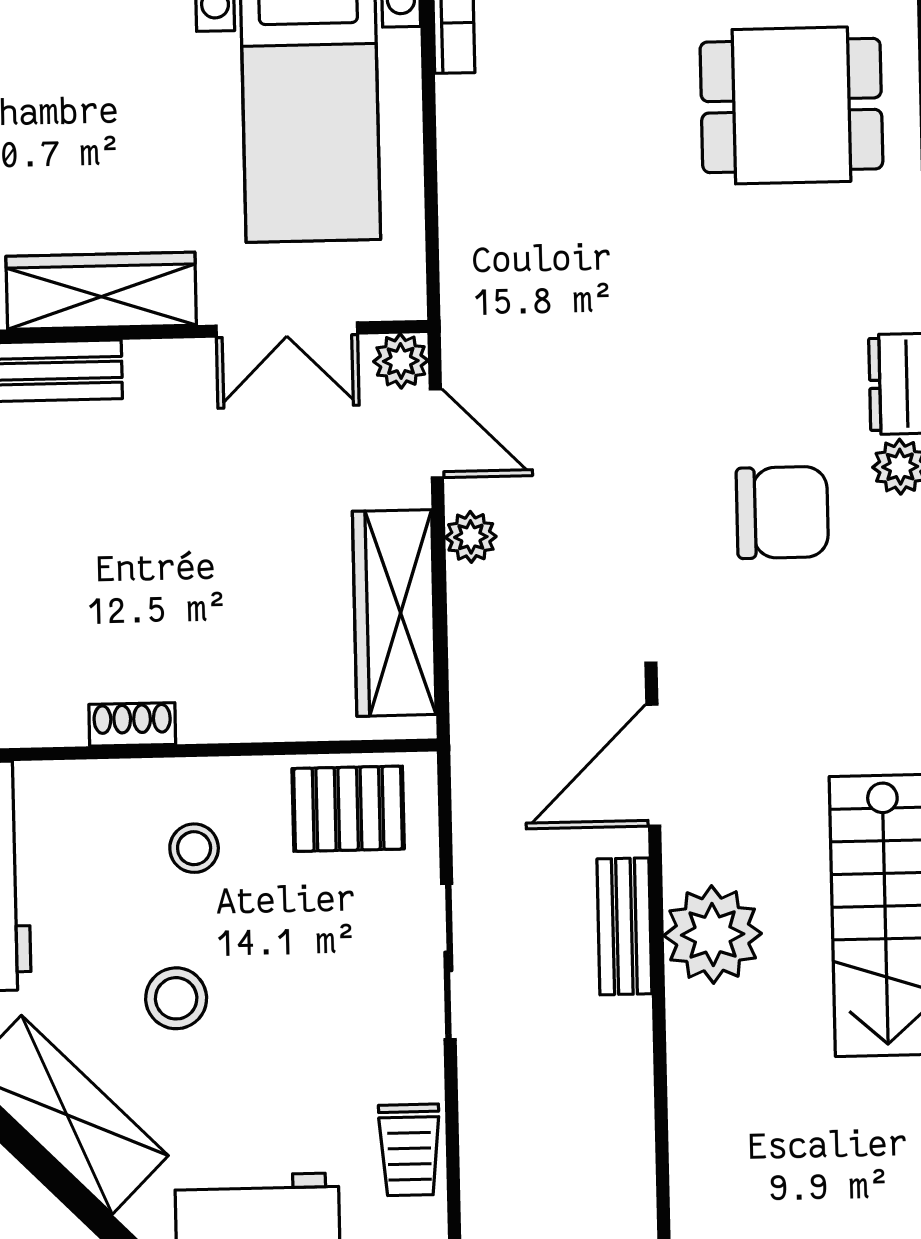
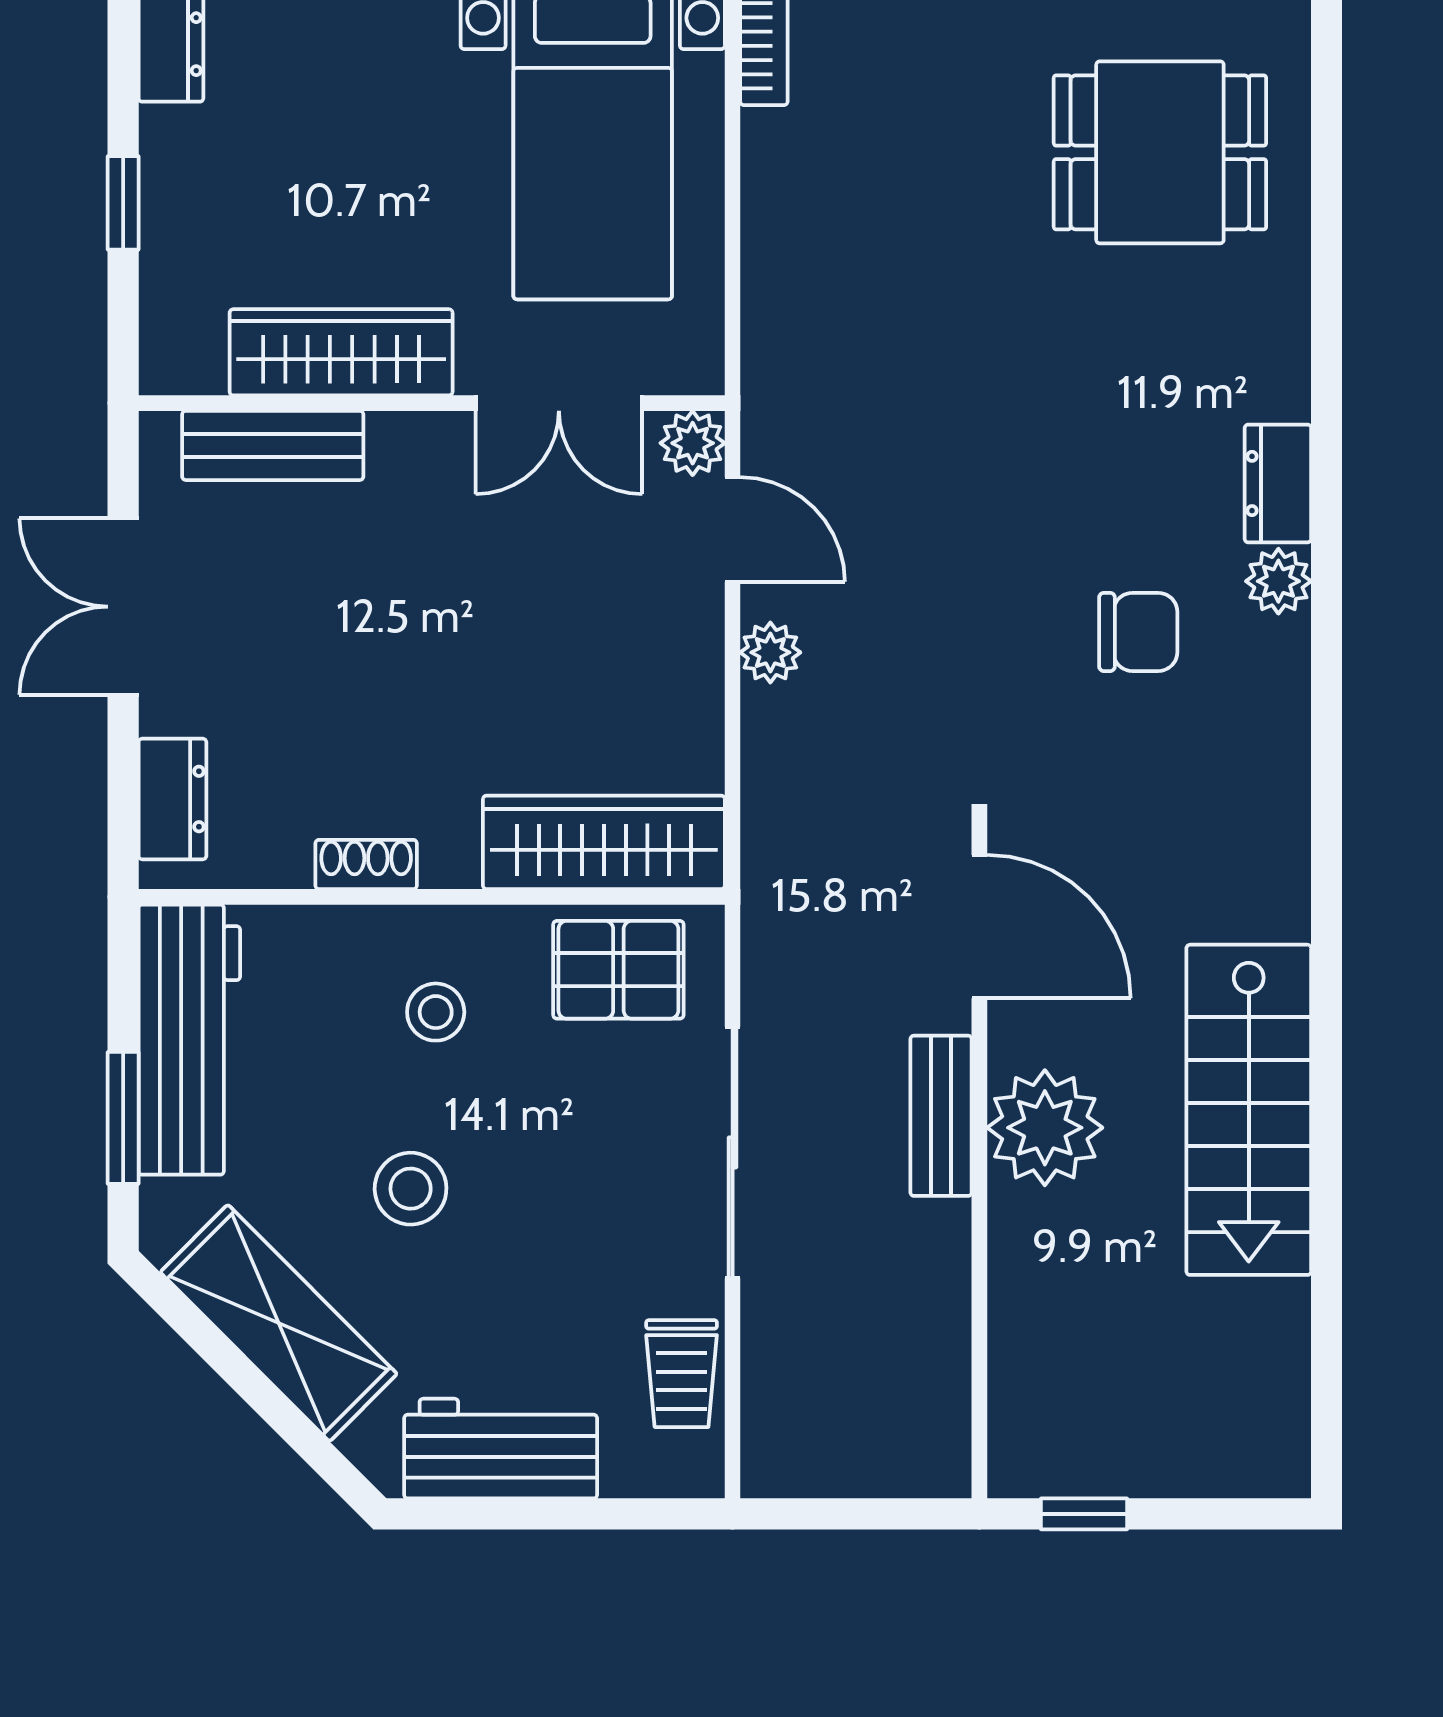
chair: (782, 512) -> (1138, 632), width x0.73, depth x0.73
wardrobe: (394, 613) -> (604, 842), moved, turned 90
door: (653, 765) -> (979, 927), swing flipped
sliding door: (448, 961) -> (733, 1152), width x1.37

